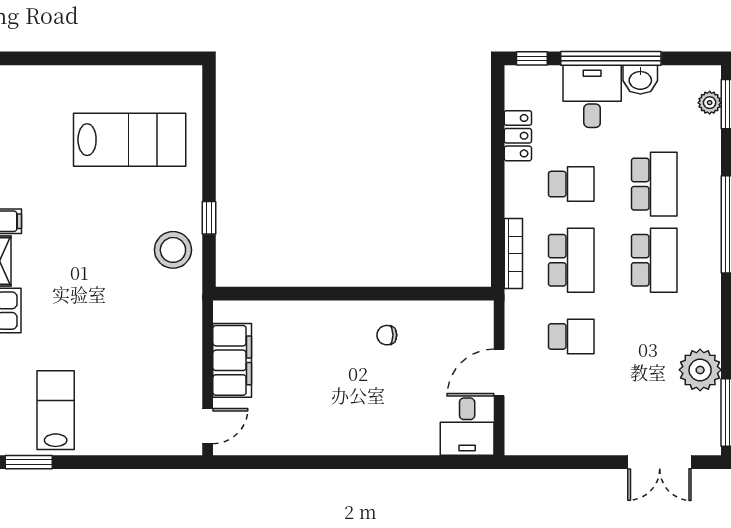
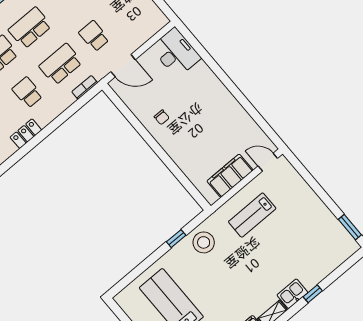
bookcase: (513, 254) -> (85, 87), width x0.64
door: (499, 373) -> (123, 66), moved
lab bench: (56, 410) -> (252, 215), moved
desk: (467, 427) -> (176, 53), width x1.37

